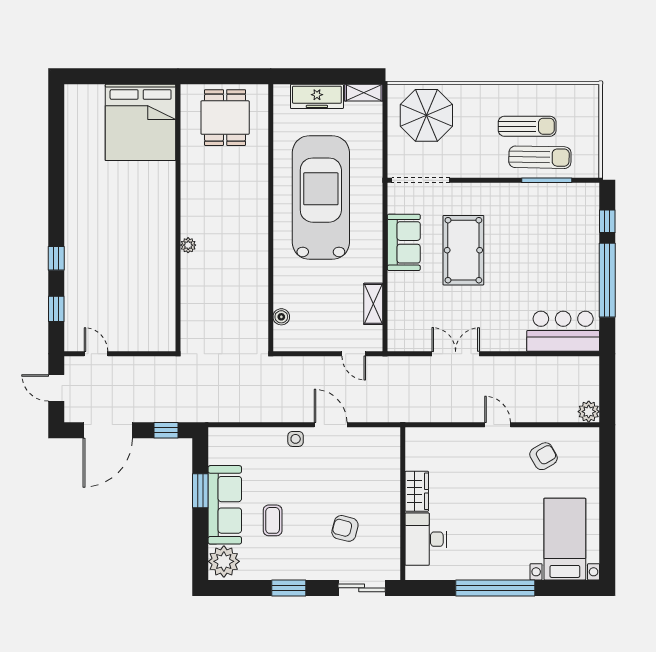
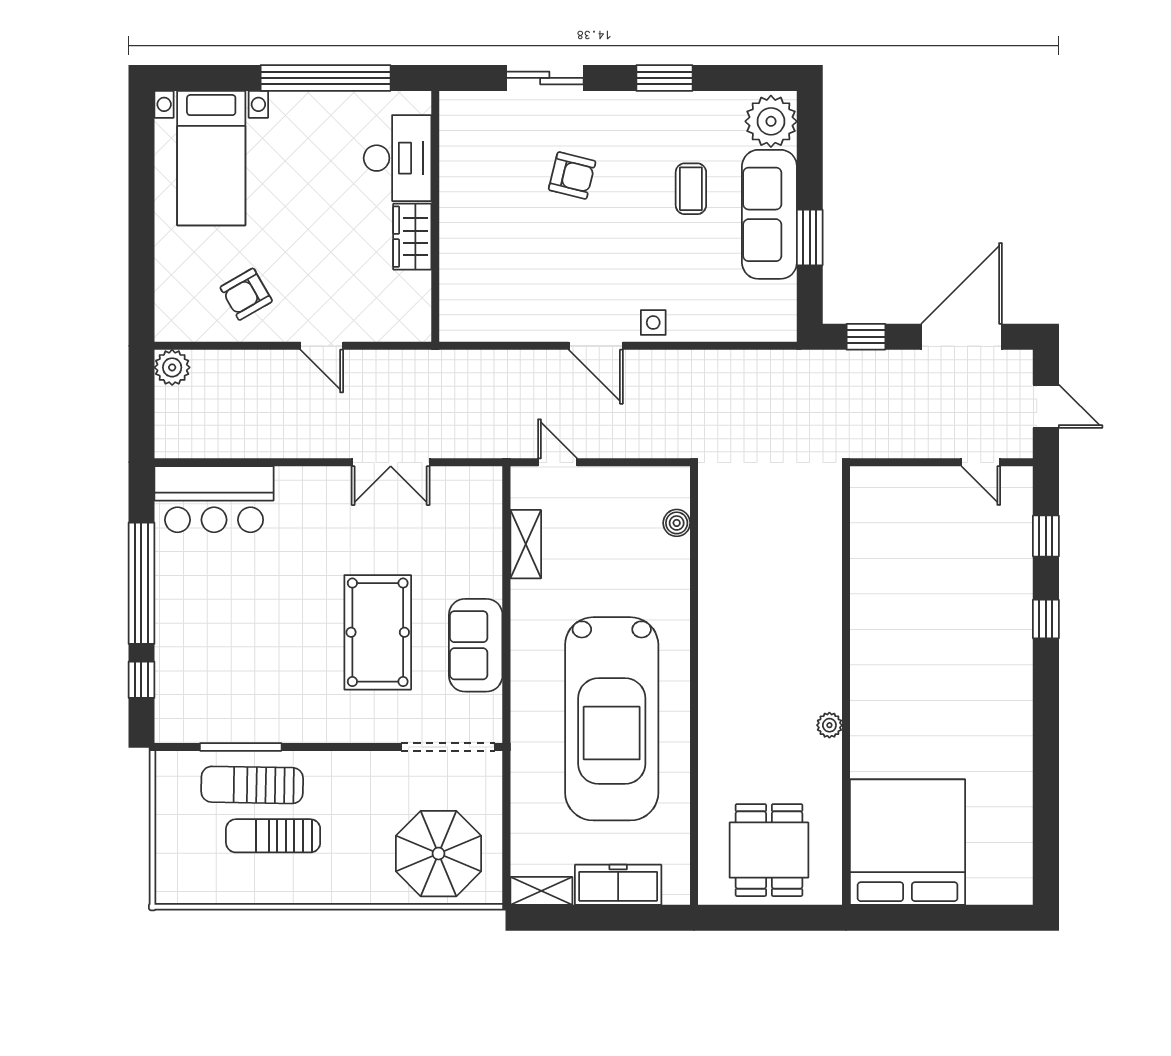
plant: (188, 245) -> (829, 725), moved
wardrobe: (417, 491) -> (412, 237), moved
wall: (403, 504) -> (435, 216), moved
desk: (426, 539) -> (398, 158), moved

